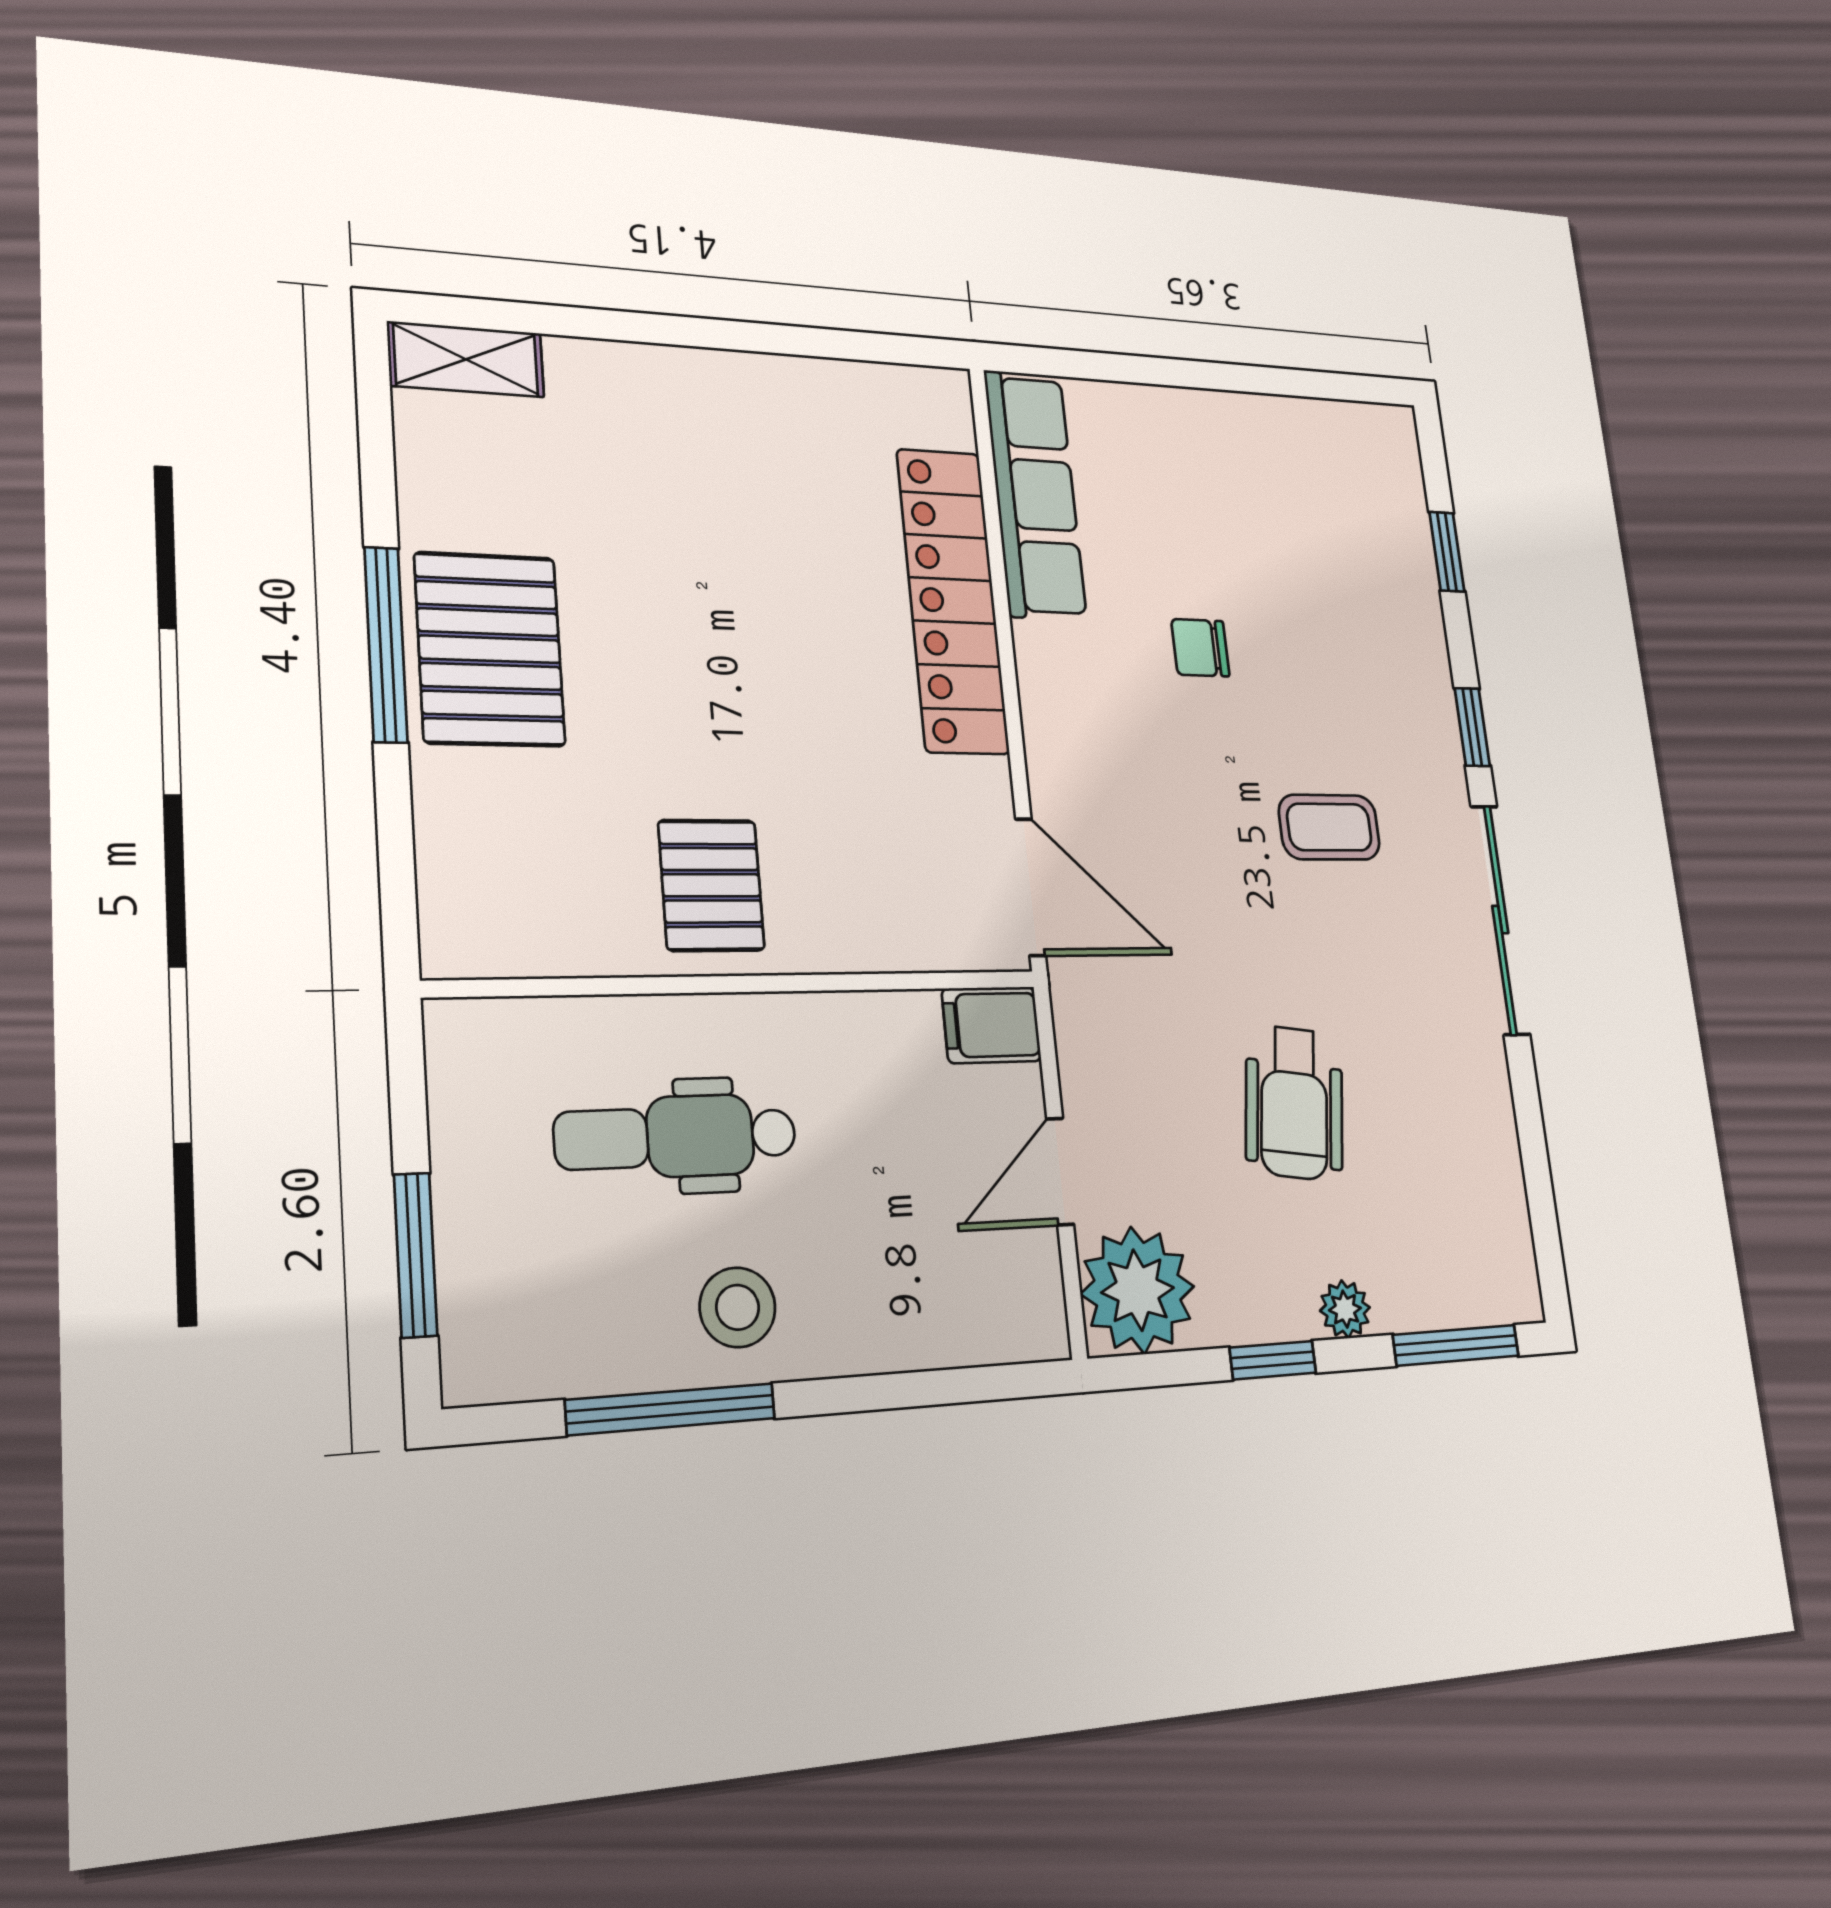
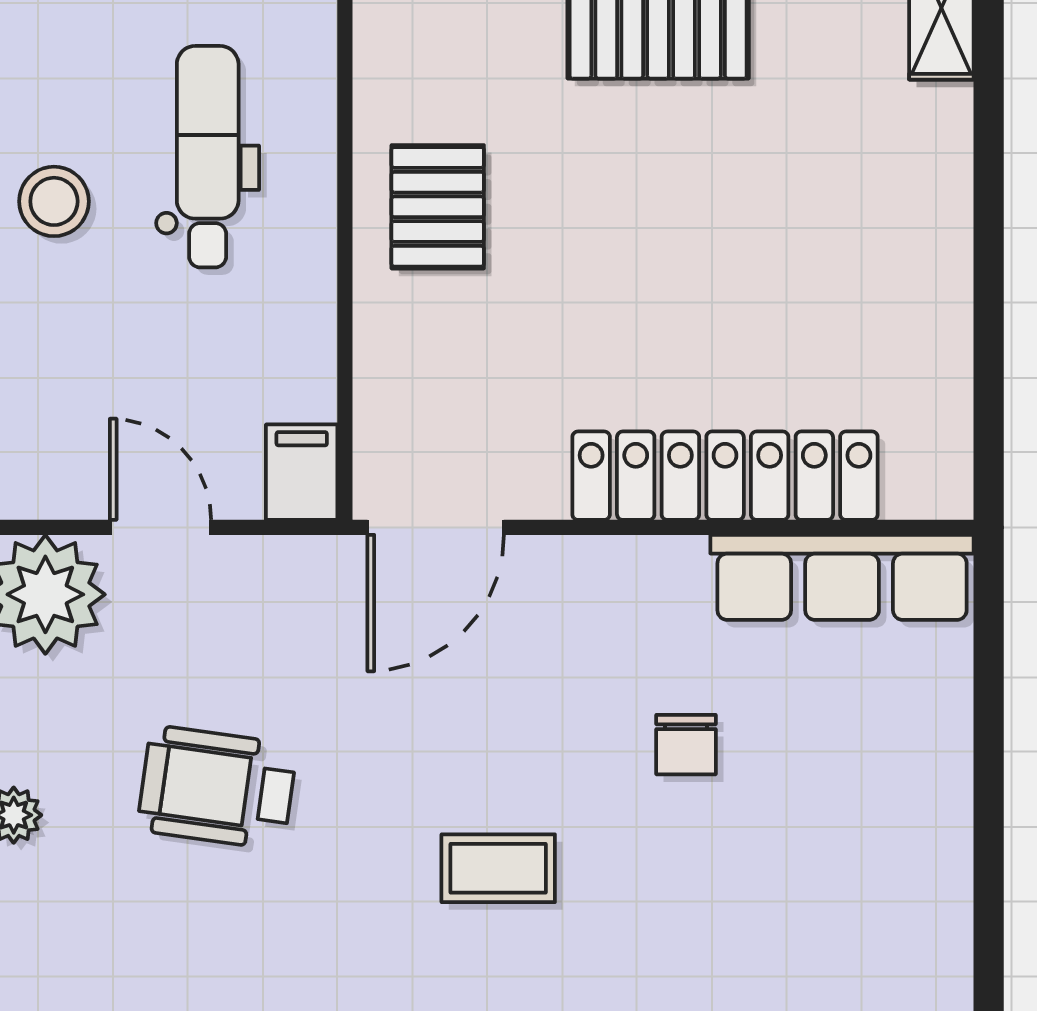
chair: (1200, 648) -> (686, 745), turned 180
coffee table: (1329, 827) -> (498, 868), turned 90
pallet: (711, 885) -> (438, 207), turned 90

